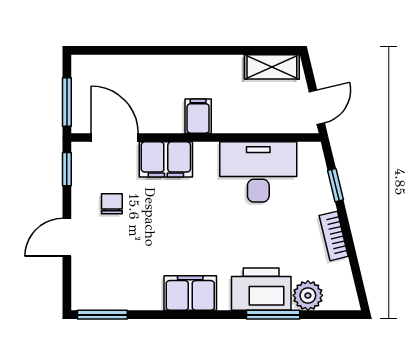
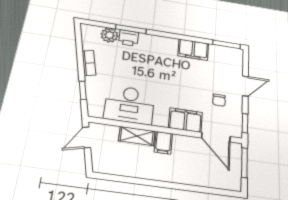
shelving: (272, 67) -> (137, 136), moved
printer: (261, 289) -> (129, 38), width x0.53, depth x0.68
filing cabinet: (190, 293) -> (193, 50), moved

